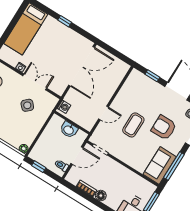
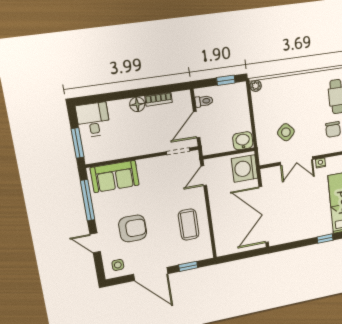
window: (65, 21) -> (325, 239), moved
washing machine: (64, 107) -> (245, 168), width x1.89, depth x1.89
door: (103, 113) -> (204, 176), moved
coffee table: (133, 125) -> (189, 225), moved
washbasin: (69, 130) -> (243, 141), moved
sofa: (160, 166) -> (115, 176), moved, turned 90

